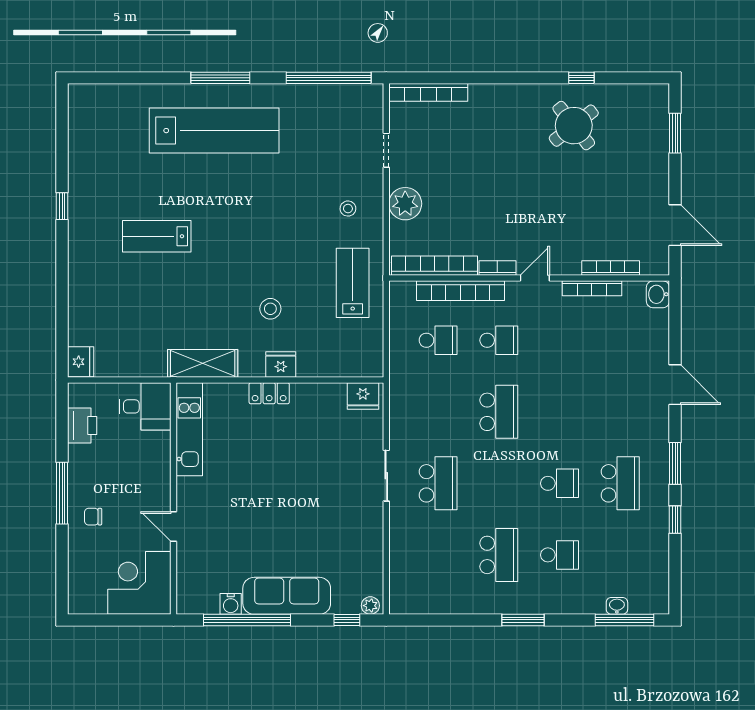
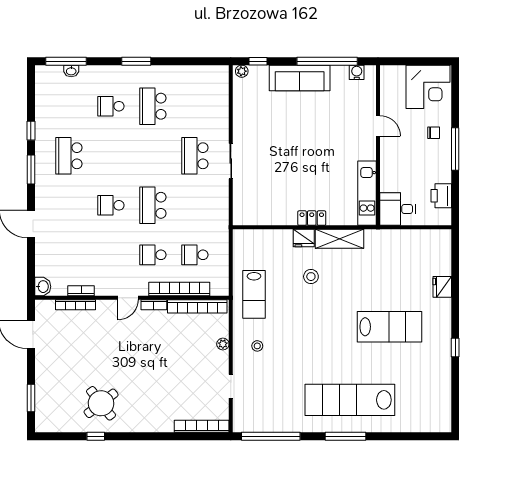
plant: (405, 204) -> (223, 344), width x0.53, depth x0.53
lab bench: (157, 236) -> (390, 327), width x1.36, depth x1.39
bookcase: (592, 288) -> (81, 291), width x0.64
fridge: (81, 362) -> (442, 287), moved
shelving: (203, 363) -> (340, 239), moved
fridge: (363, 396) -> (247, 216), removed
school desk: (560, 483) -> (111, 205), moved
corner desk: (139, 583) -> (428, 87), moved
water cooler: (231, 604) -> (357, 72), moved

